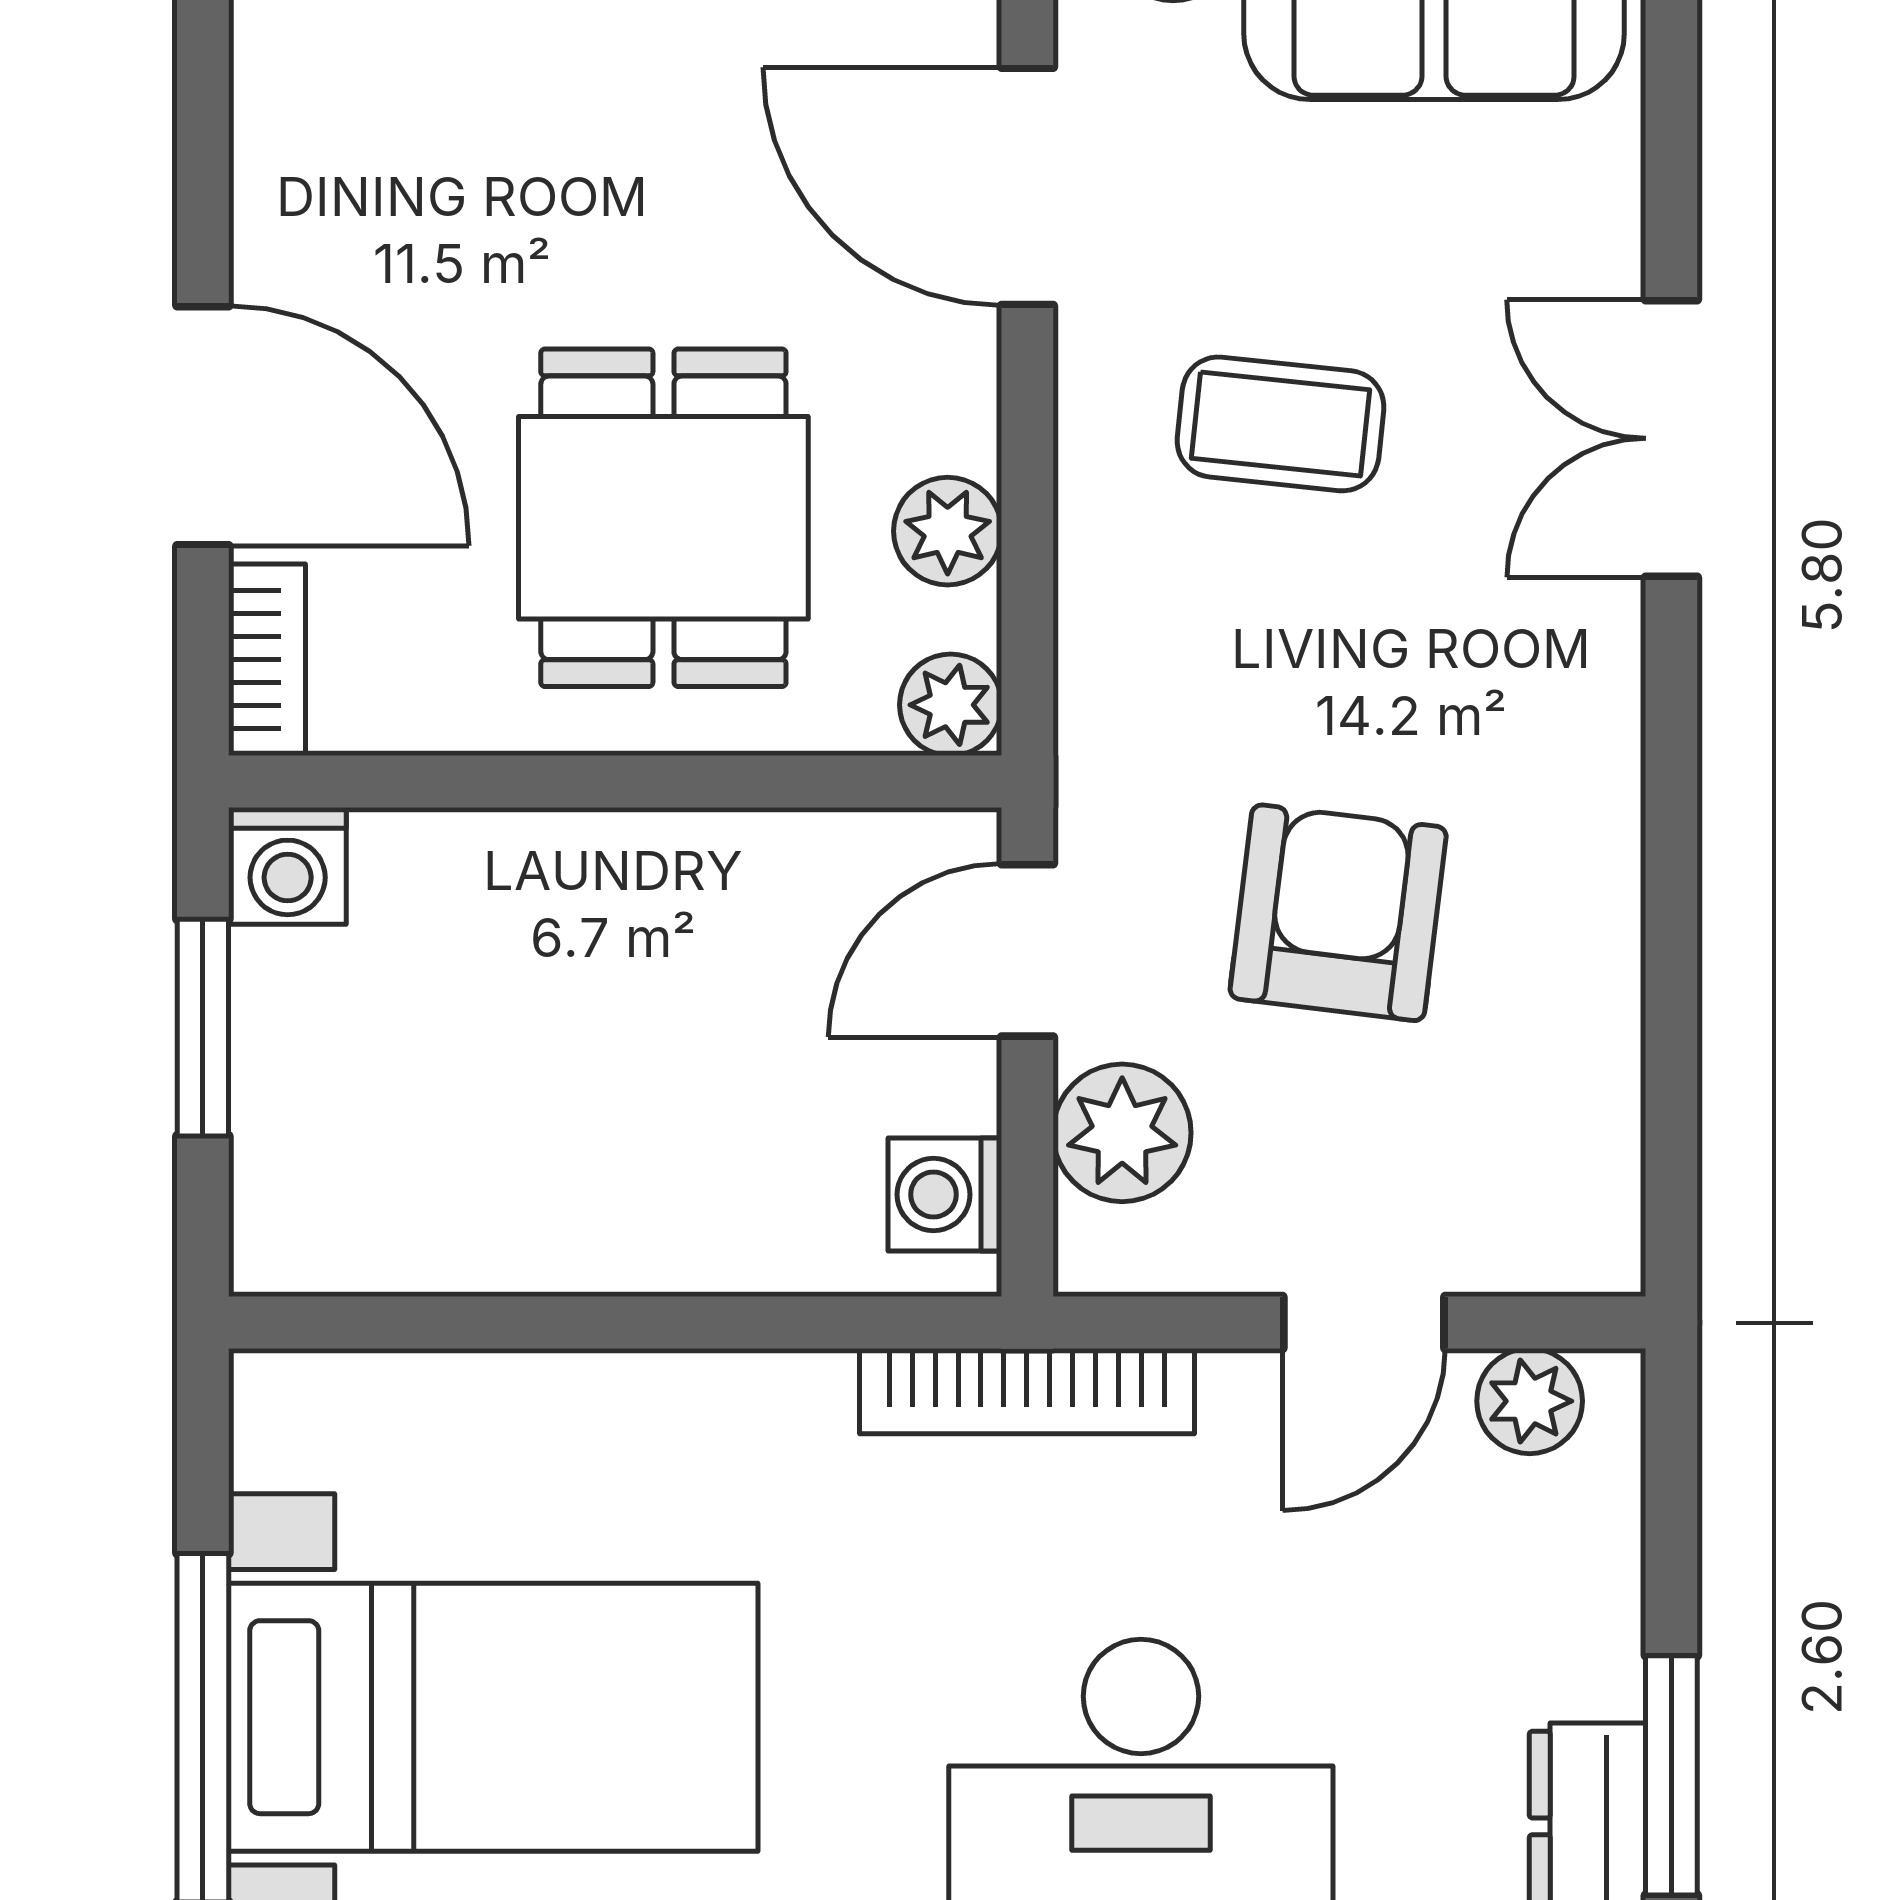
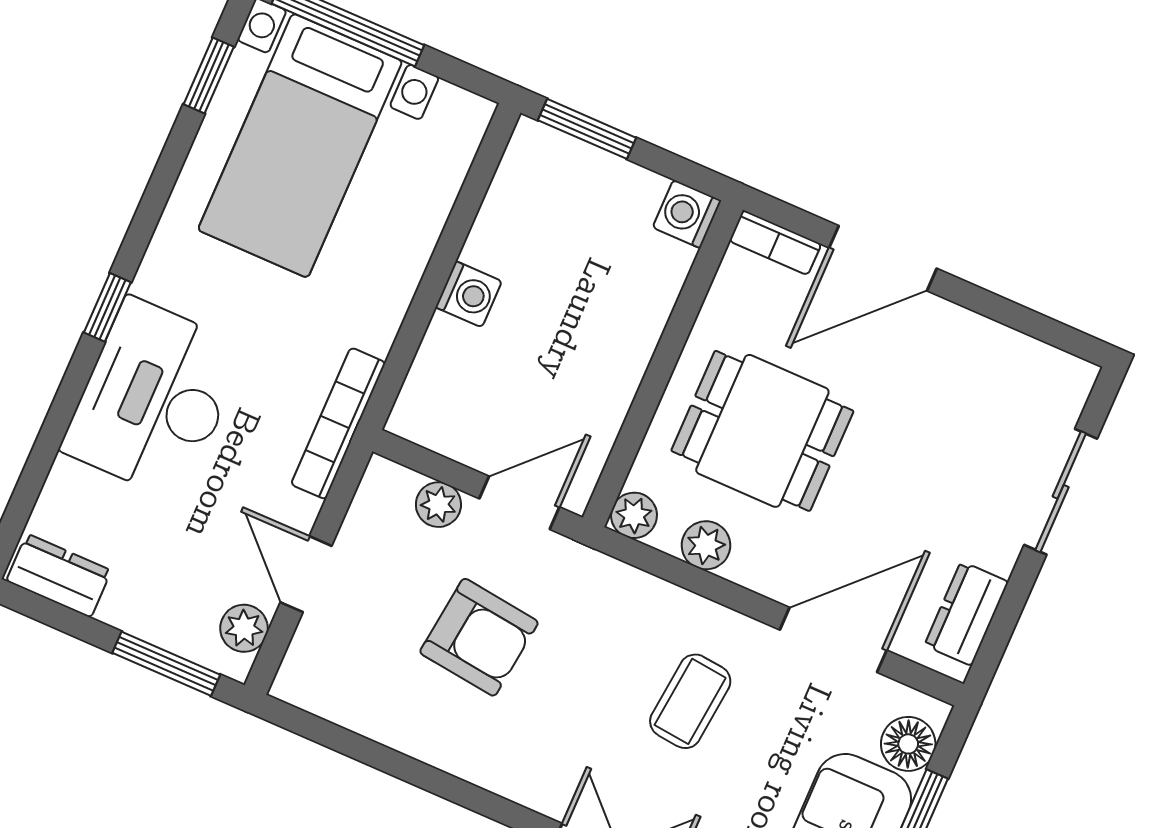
door: (1027, 950) -> (519, 503), hinge flipped
window: (203, 1028) -> (587, 129), moved
plant: (1122, 1133) -> (438, 505), width x0.73, depth x0.73
washing machine: (945, 1194) -> (469, 294), moved, turned 90
window: (1671, 1775) -> (166, 664), moved

